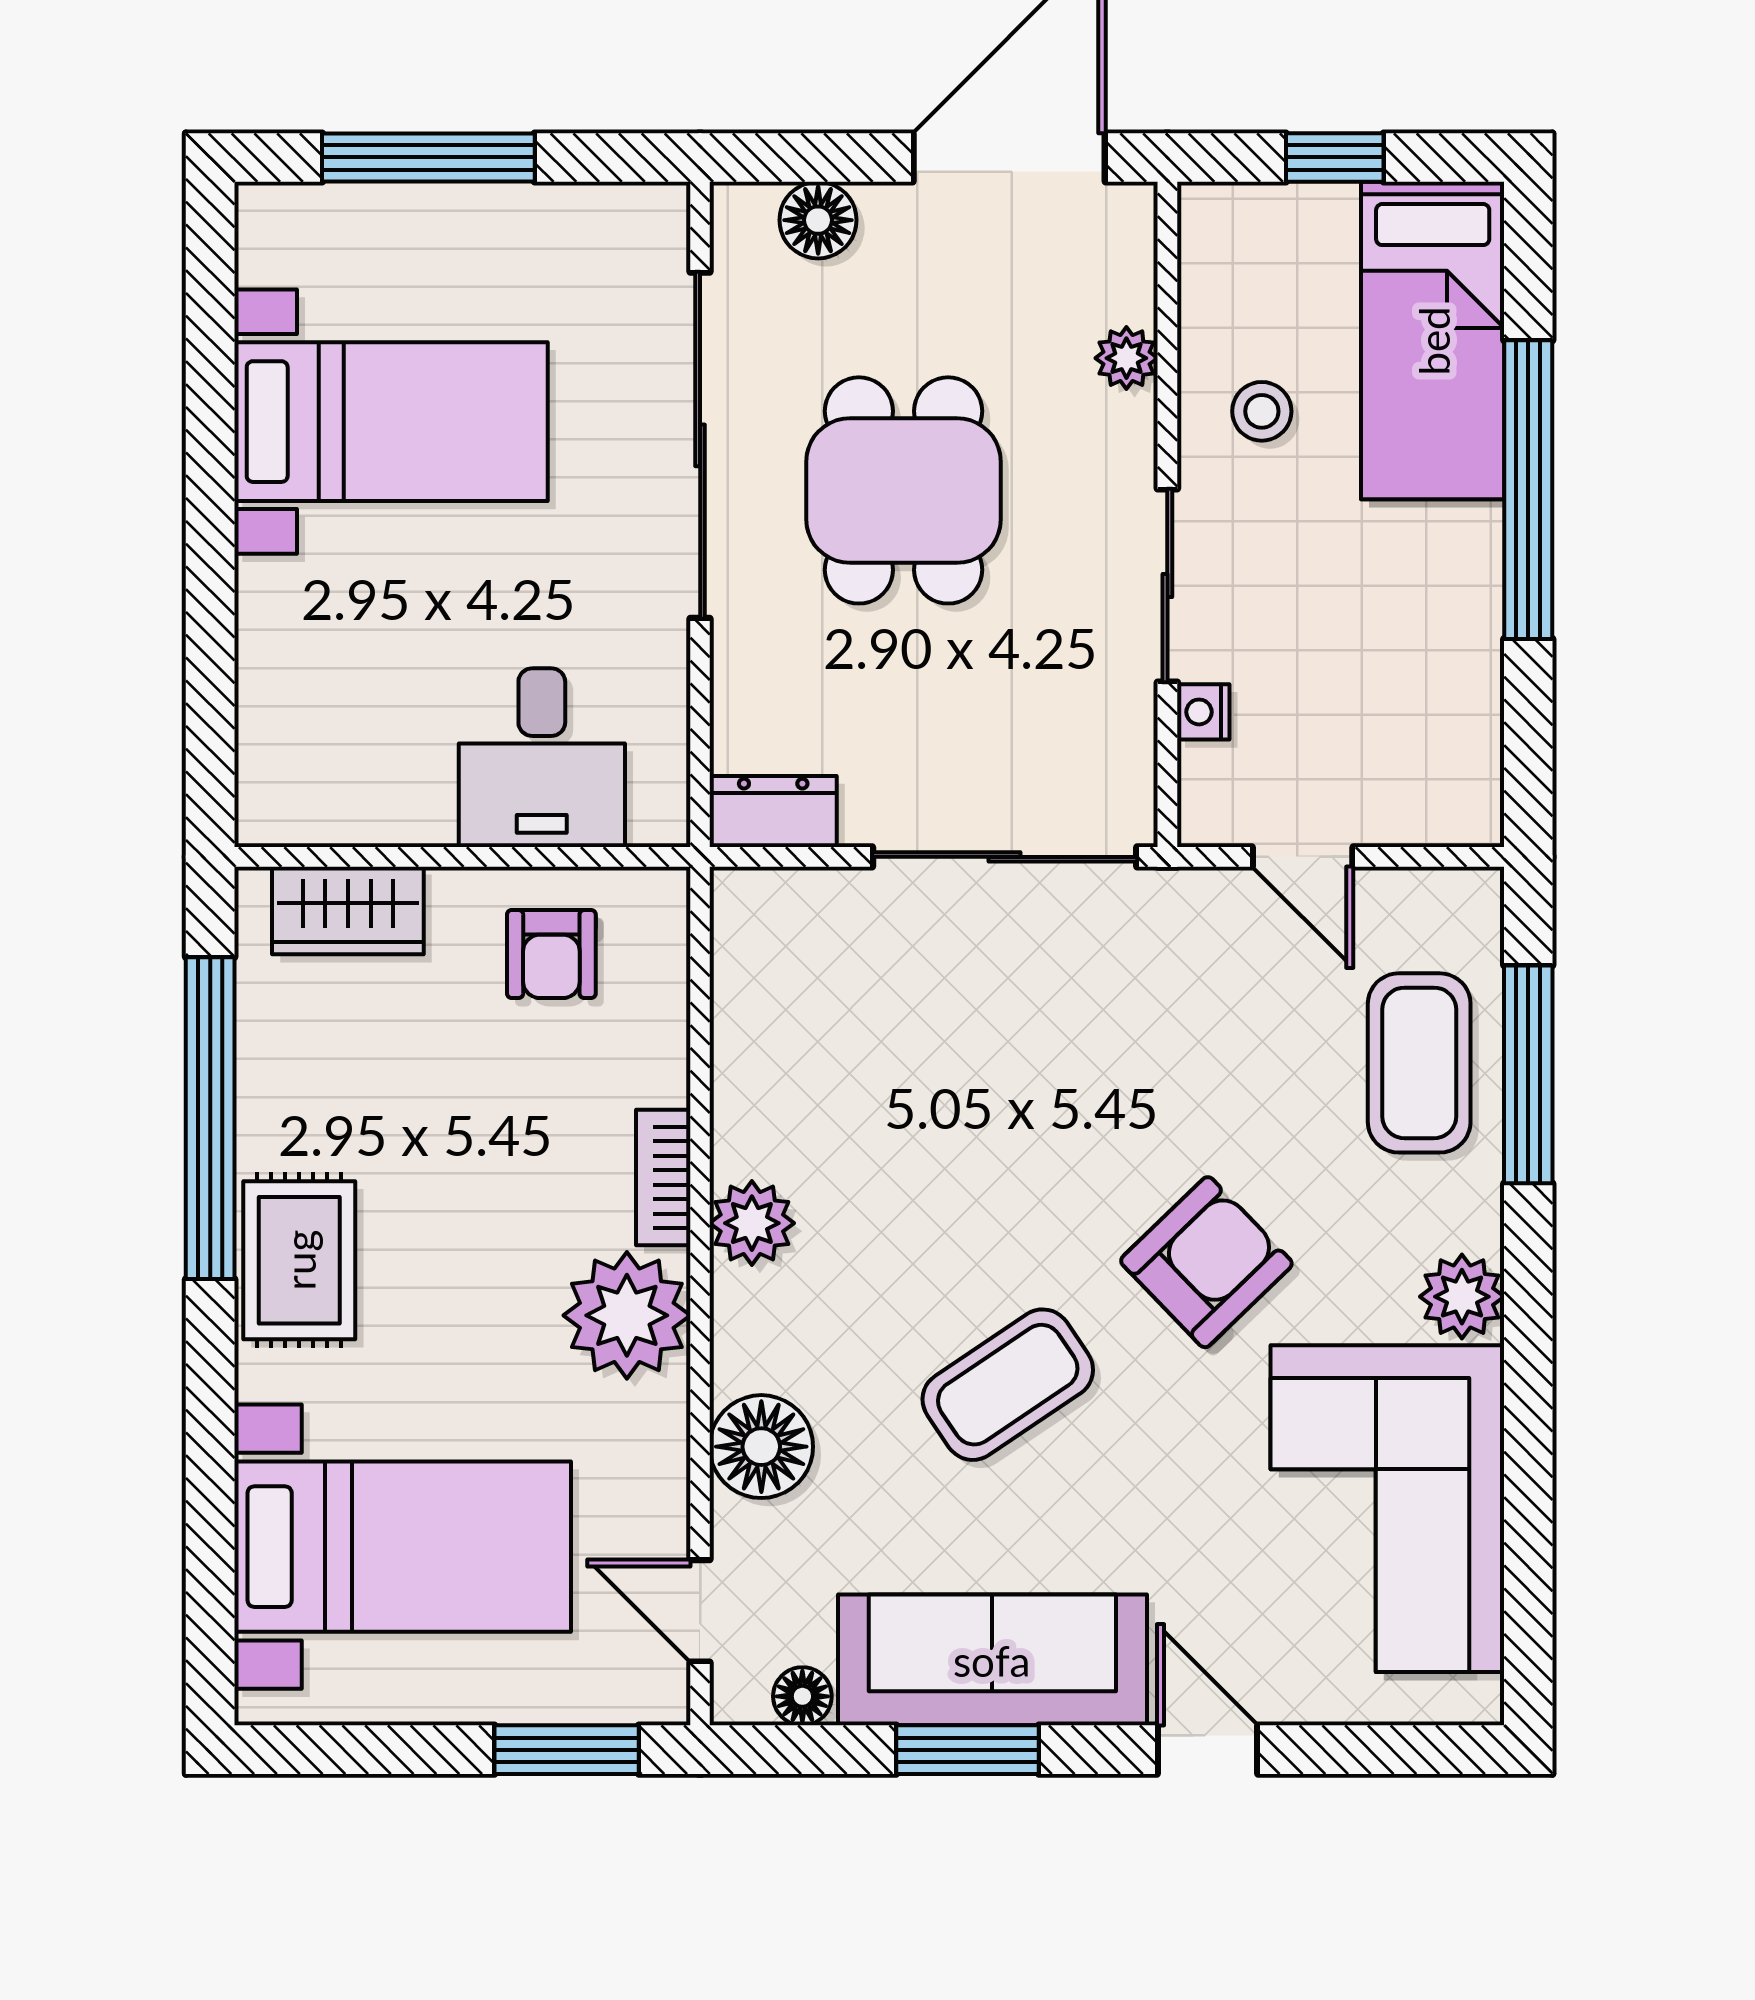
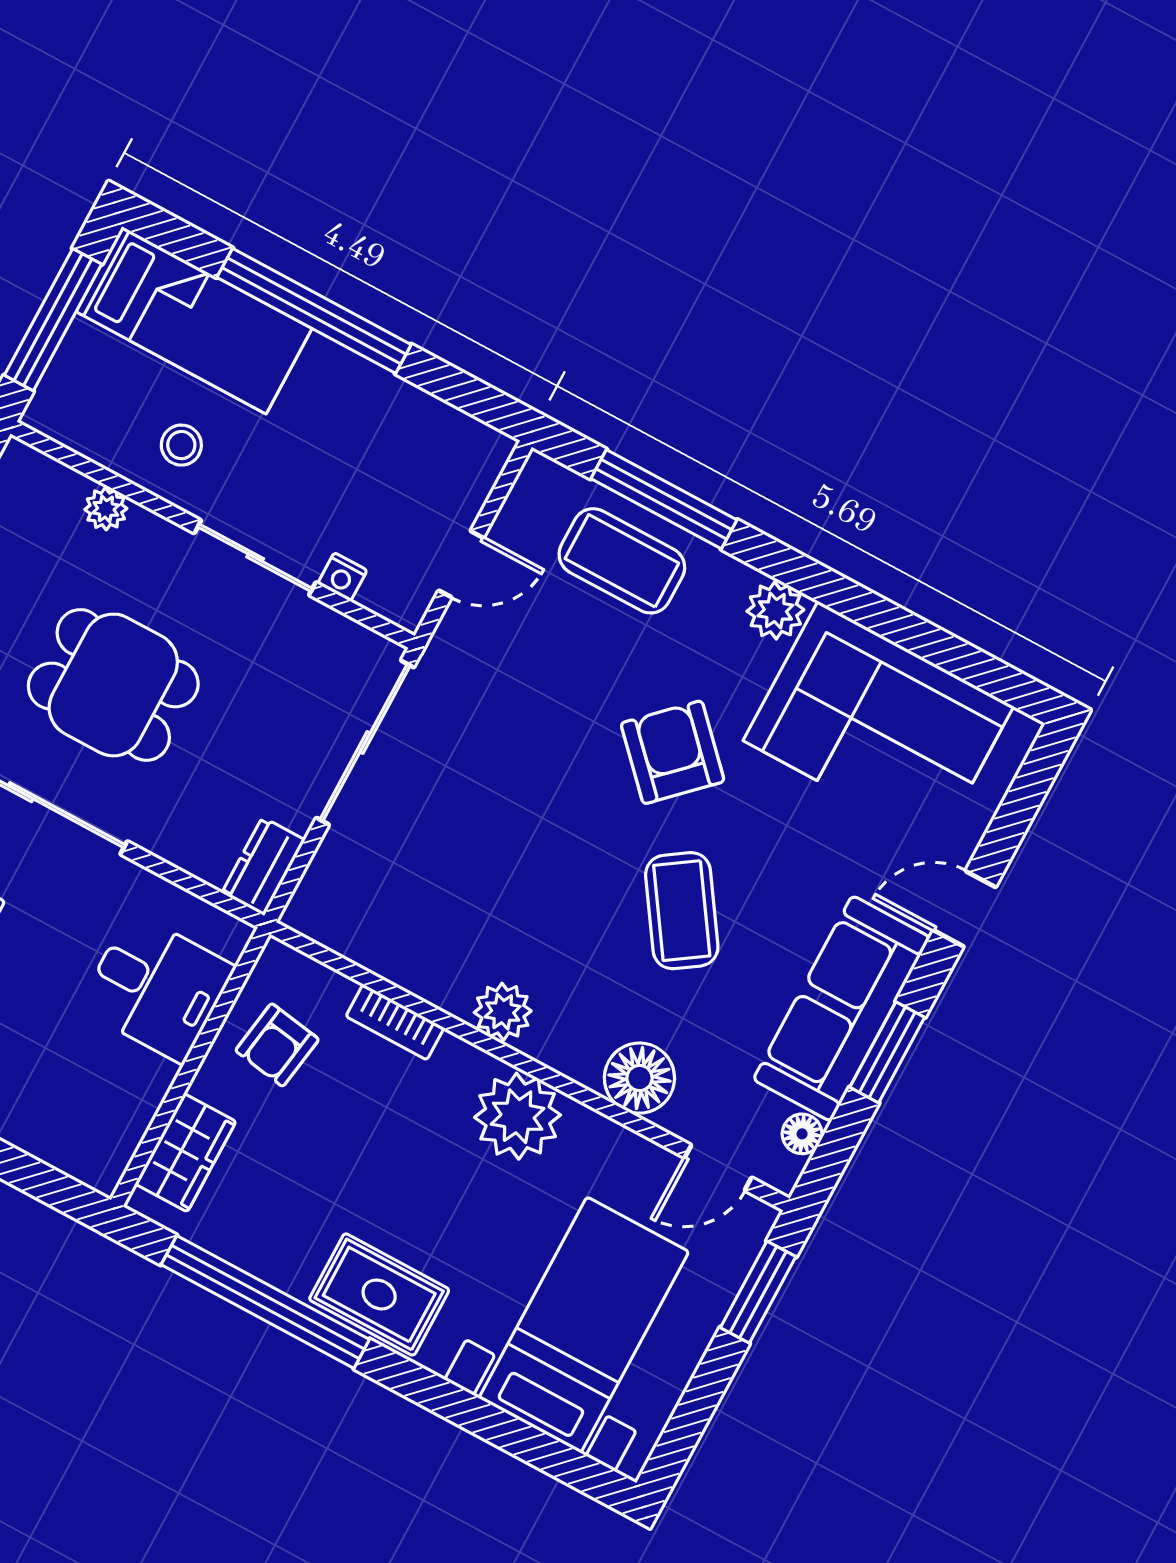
window: (1335, 157) -> (53, 320), width x2.17
armchair: (551, 954) -> (277, 1045), turned 99
bookcase: (663, 1177) -> (395, 1022), moved

